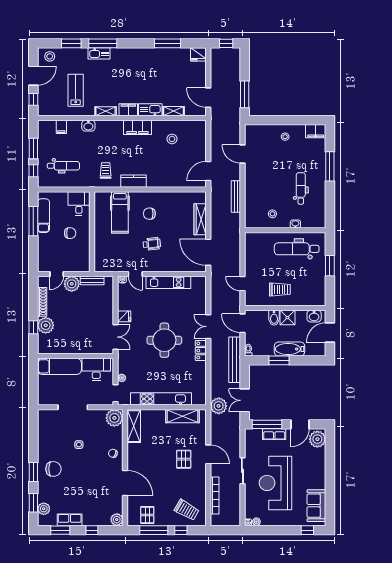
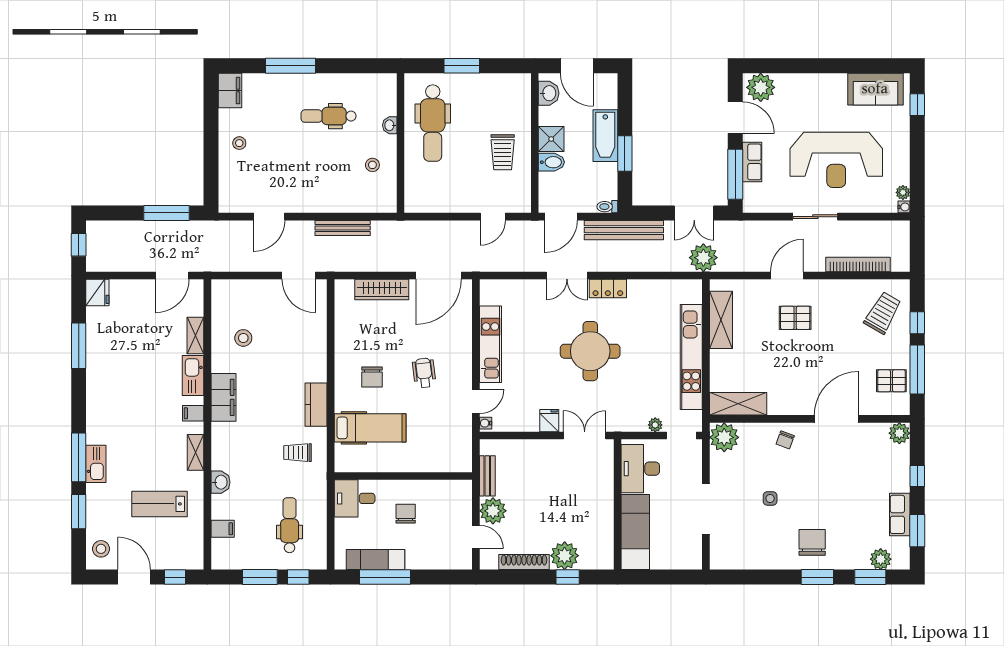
filing cabinet: (128, 110) -> (193, 413), width x0.50
trolley: (280, 289) -> (503, 152), turned 180

